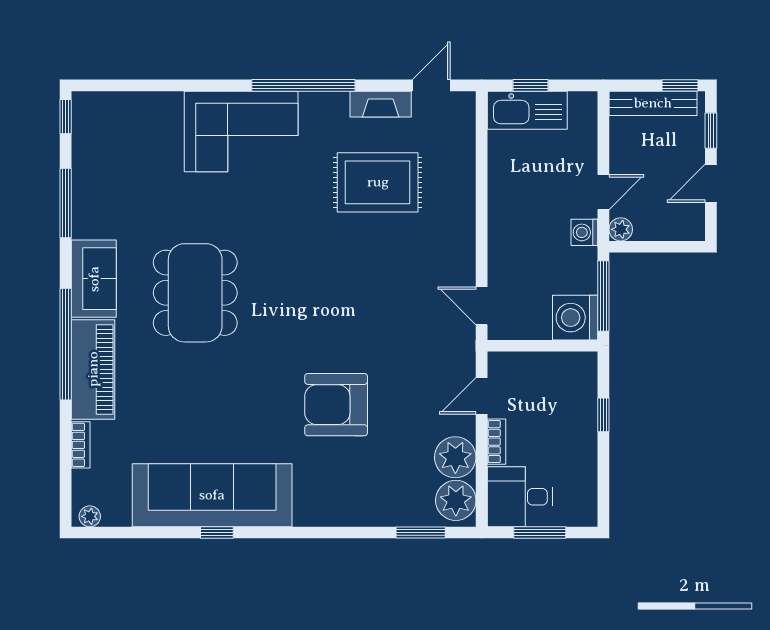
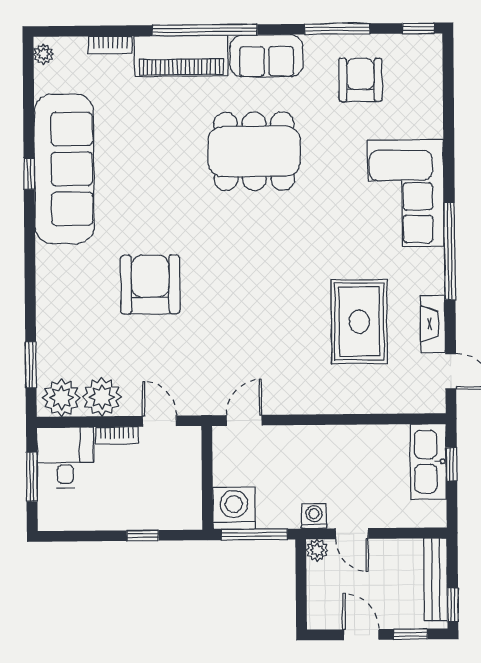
armchair: (120, 179) -> (360, 80), added

